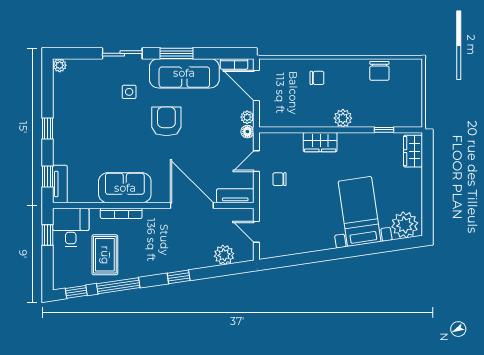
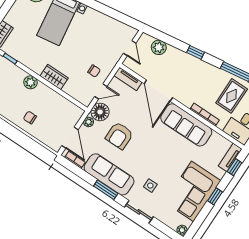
corner sofa: (77, 117) -> (193, 191), added
armchair: (166, 121) -> (119, 136), moved
floor lamp: (247, 132) -> (100, 112), width x1.89, depth x1.89
sofa: (125, 188) -> (186, 125), width x1.36

